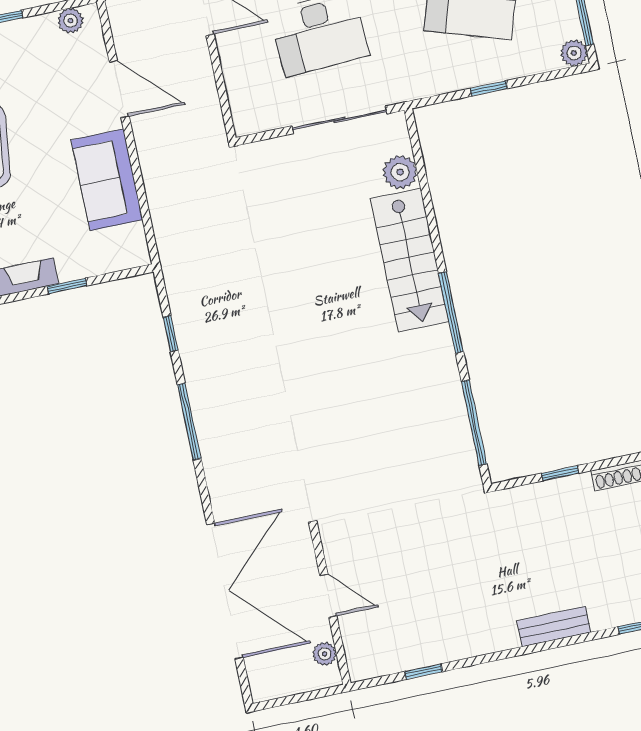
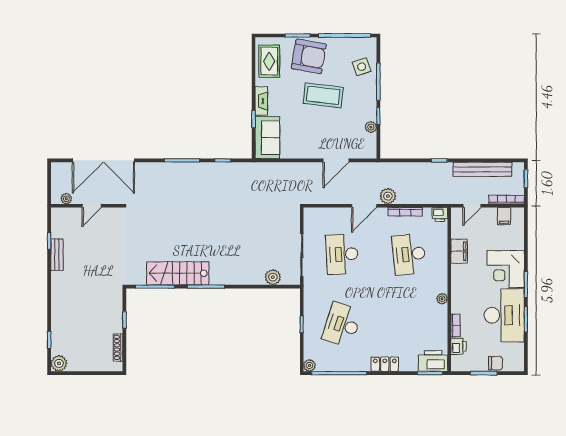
plant: (70, 21) -> (371, 127), moved
sofa: (107, 180) -> (267, 138), moved, turned 90
stairs: (410, 260) -> (178, 273), moved
bench: (554, 627) -> (57, 255), moved

